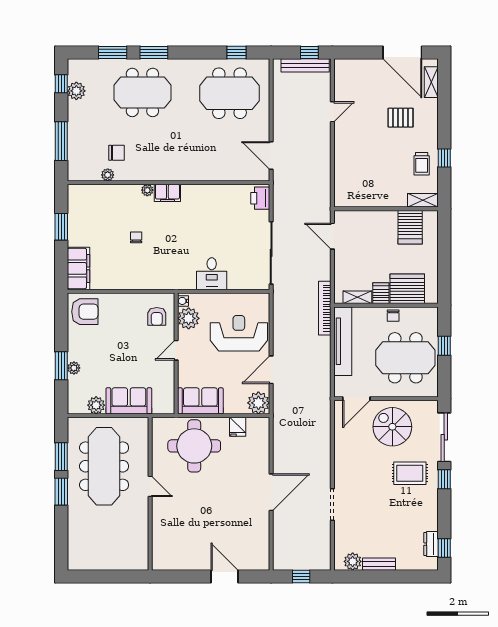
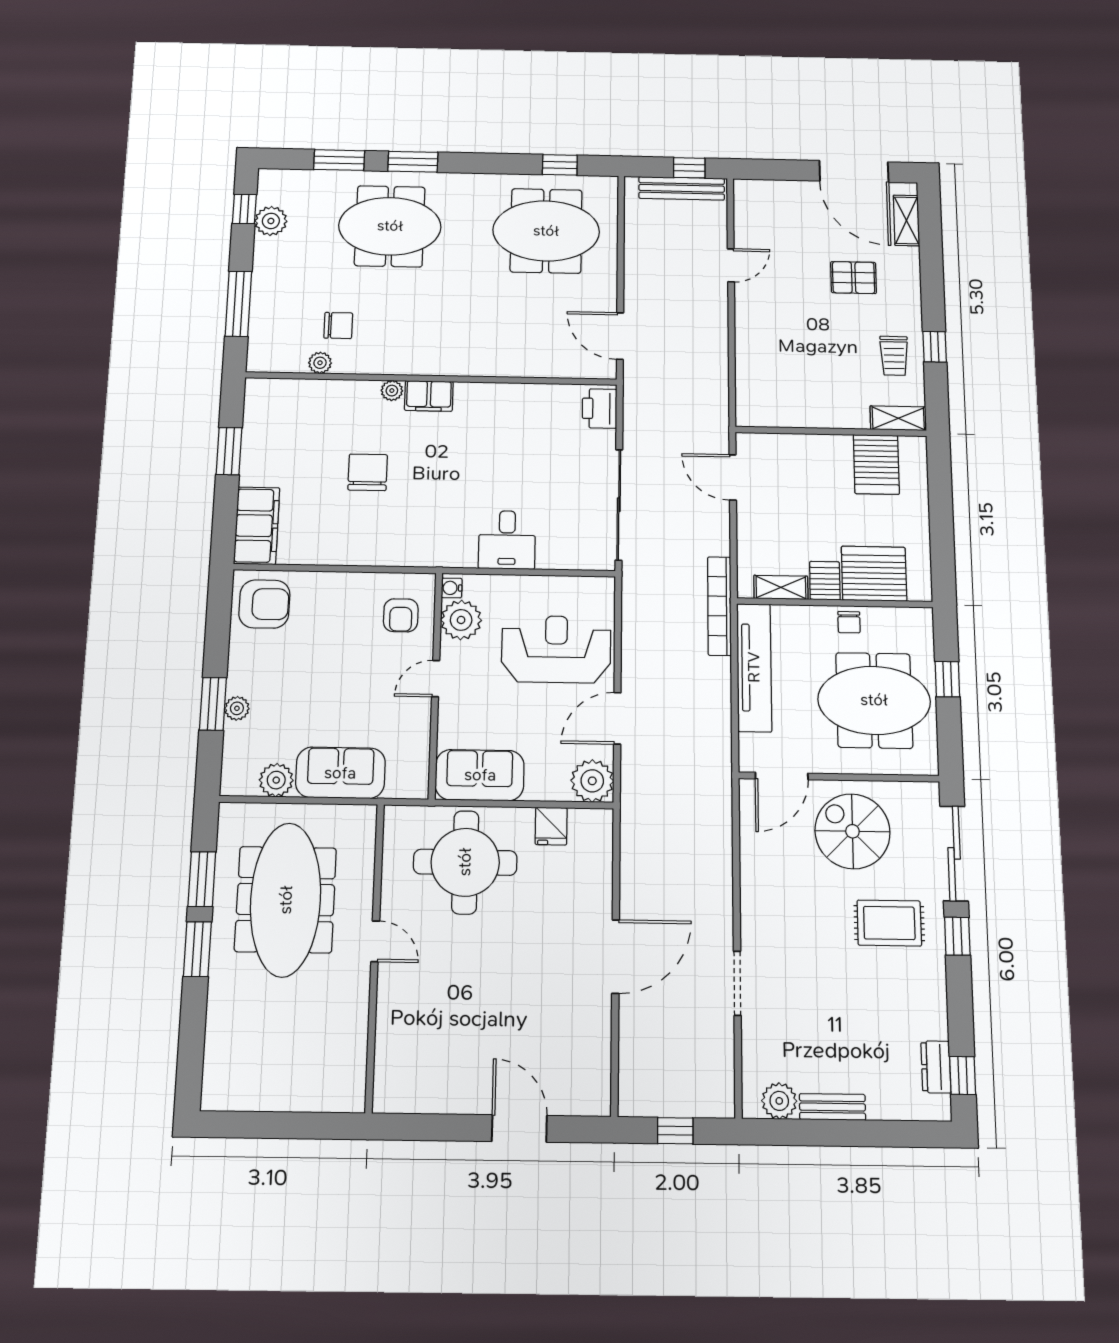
chair: (136, 237) -> (368, 472), width x1.87, depth x1.87

